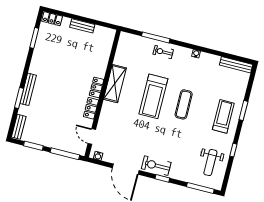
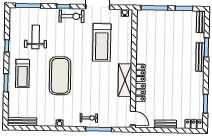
treadmill: (153, 96) -> (102, 42), moved, turned 180
exercise mat: (184, 104) -> (60, 76), width x2.00, depth x1.45
locker: (91, 108) -> (140, 92), moved
door: (92, 137) -> (133, 118), moved
weight bench: (210, 163) -> (36, 37), moved

